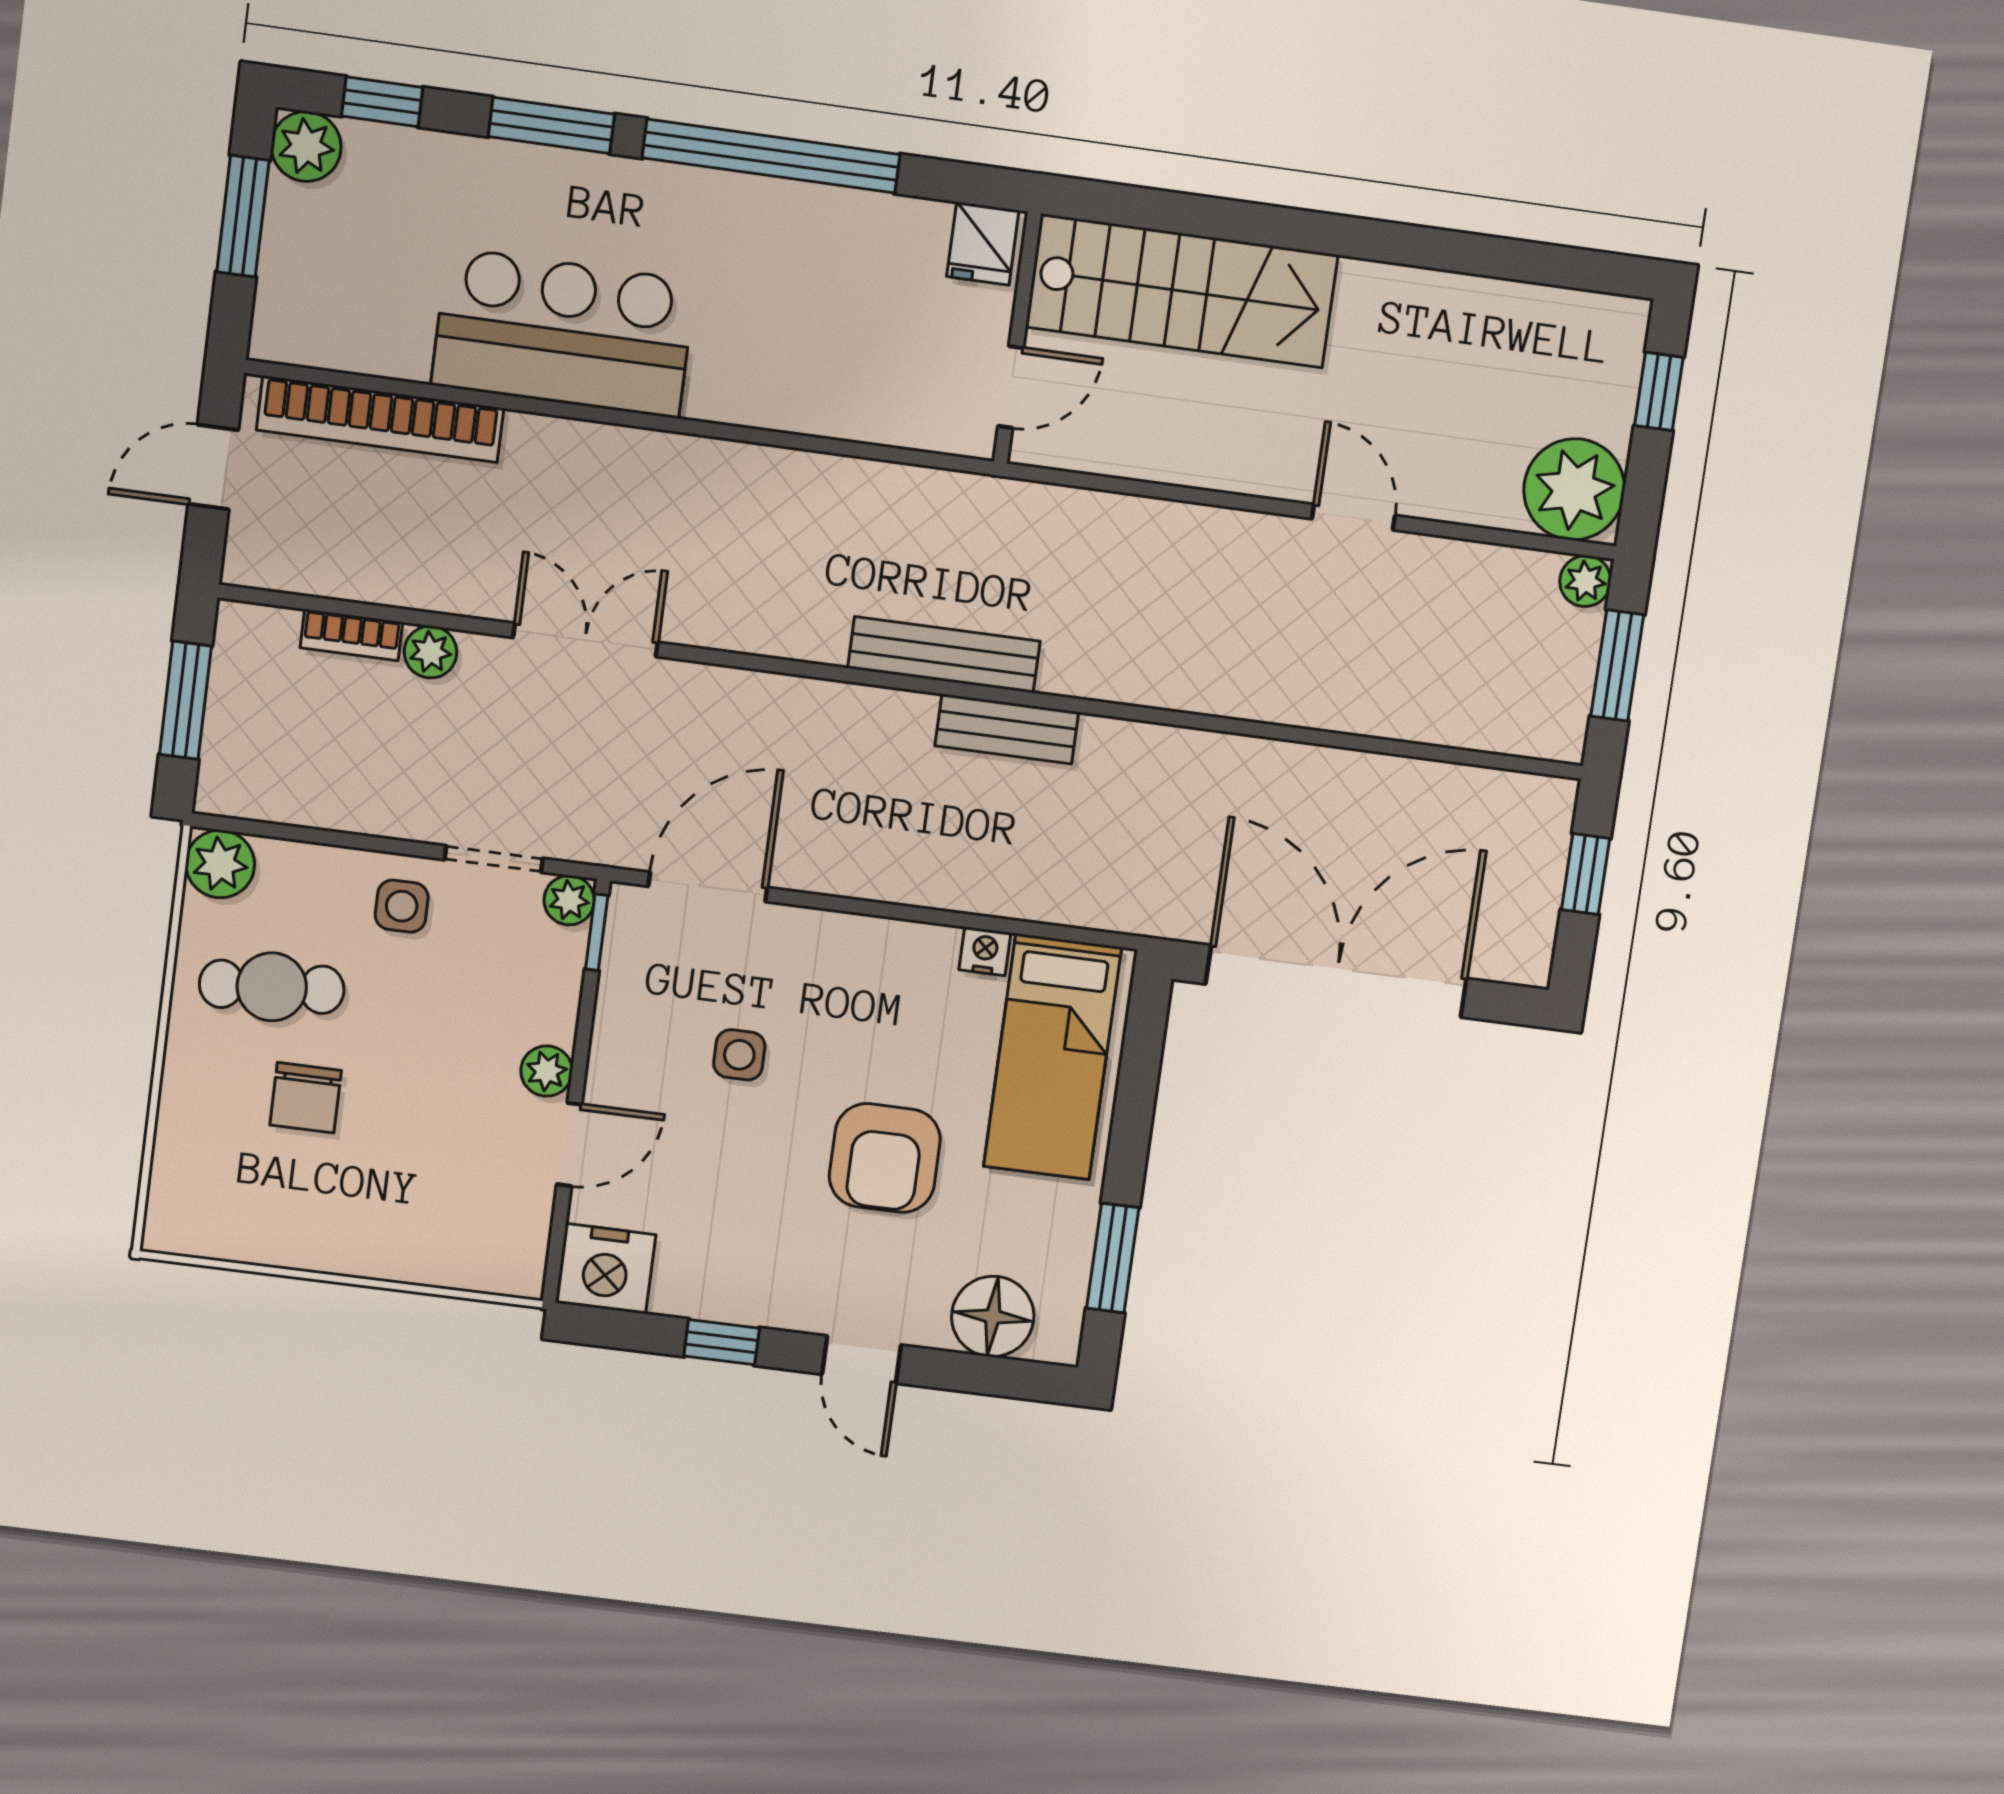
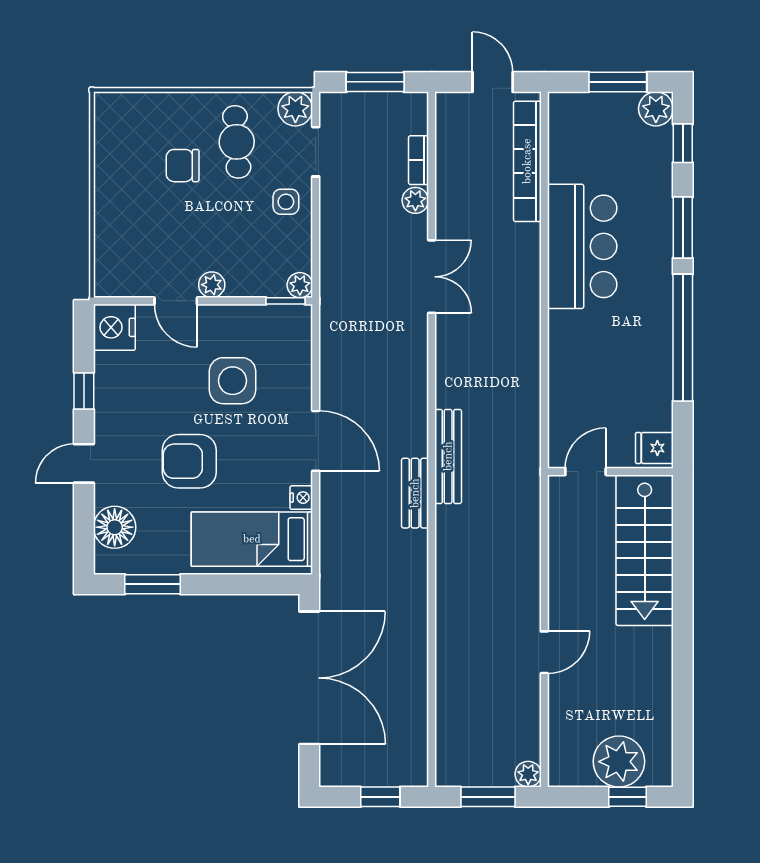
door: (1011, 387) -> (586, 472), swing flipped
plant: (1574, 489) -> (619, 762), moved
doorway: (494, 859) -> (316, 152), moved
door: (708, 887) -> (316, 441), moved
side table: (739, 1055) -> (233, 381), width x1.87, depth x1.87

